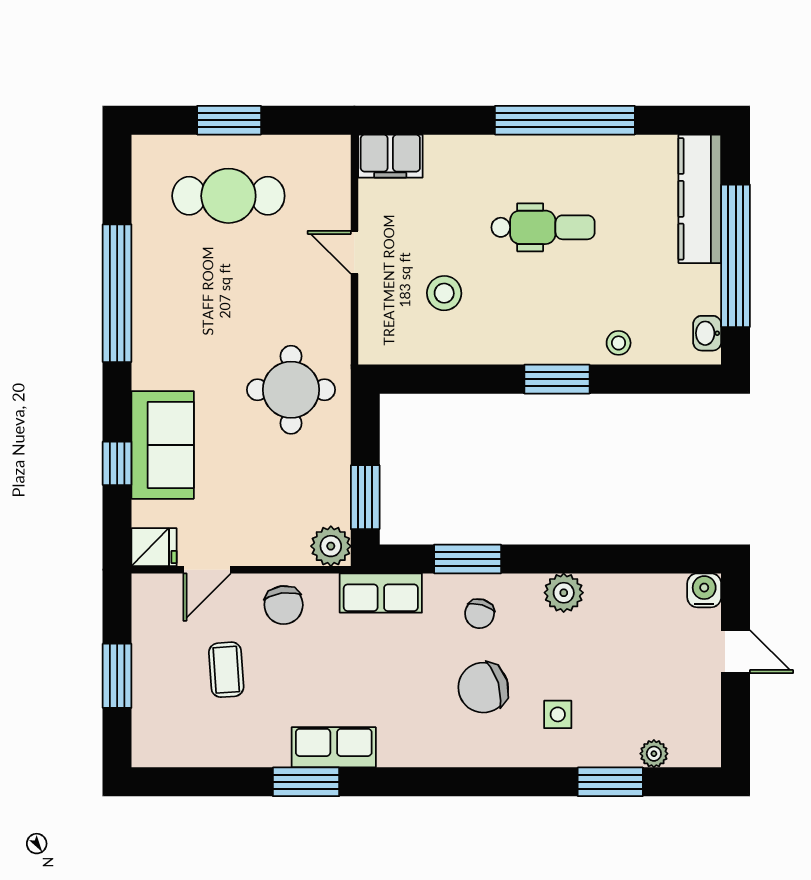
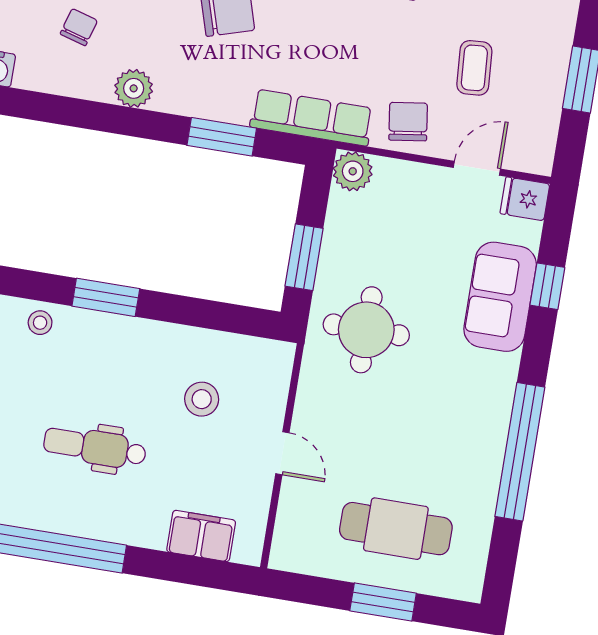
filing cabinet: (390, 156) -> (201, 536), moved
window: (365, 497) -> (304, 257), moved
row of seats: (381, 593) -> (312, 118), width x1.48
chair: (480, 614) -> (79, 27), moved

